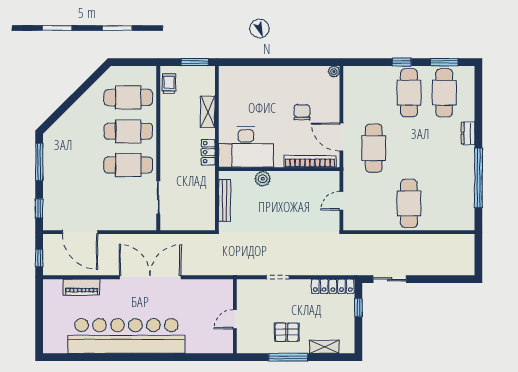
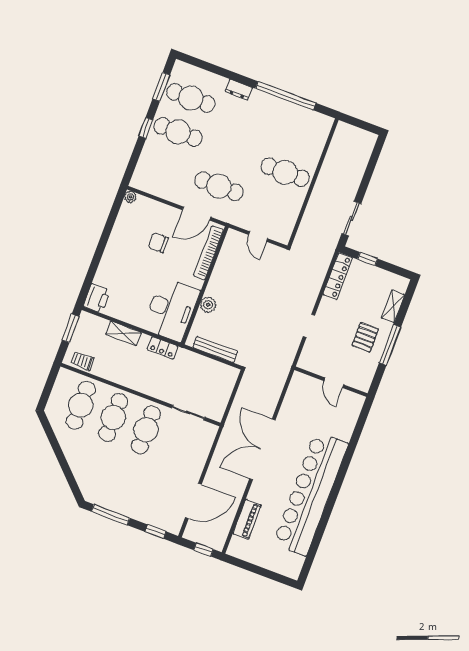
printer: (231, 76) -> (97, 298), added

